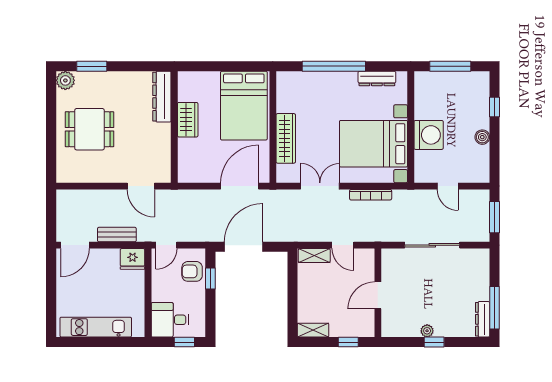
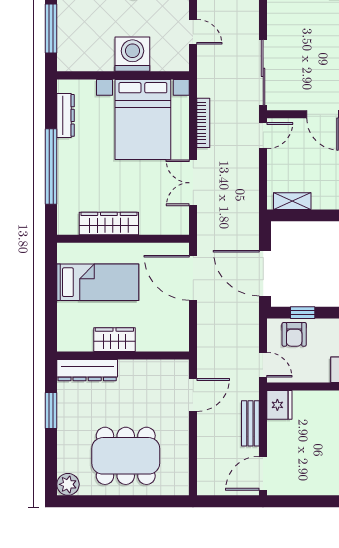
window: (92, 66) -> (51, 410), moved
bed: (244, 106) -> (98, 282), width x0.67
dining table: (89, 129) -> (126, 456), width x1.38
wardrobe: (286, 138) -> (109, 223), moved
door: (448, 186) -> (193, 32), hinge flipped
door: (75, 245) -> (263, 473), swing flipped
door: (343, 245) -> (263, 136), moved
sliding door: (432, 245) -> (263, 72), moved
shelving: (314, 256) -> (292, 201), moved, turned 90

